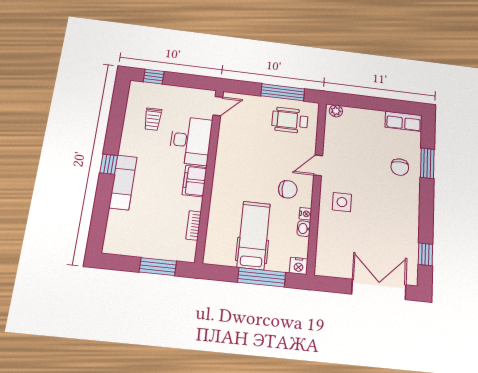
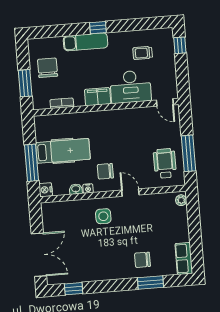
chair: (288, 189) -> (105, 171), turned 90
chair: (145, 235) -> (48, 68), added

